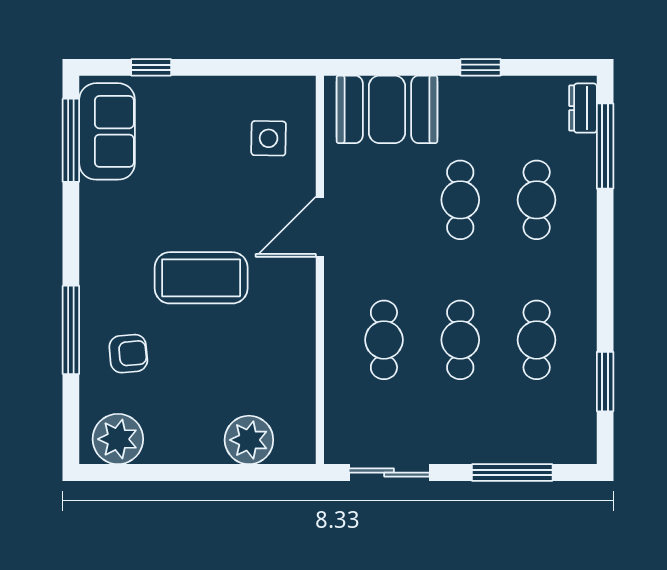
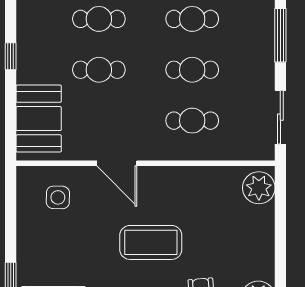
coffee table: (201, 278) -> (151, 242), turned 90
plant: (249, 440) -> (259, 188), moved

